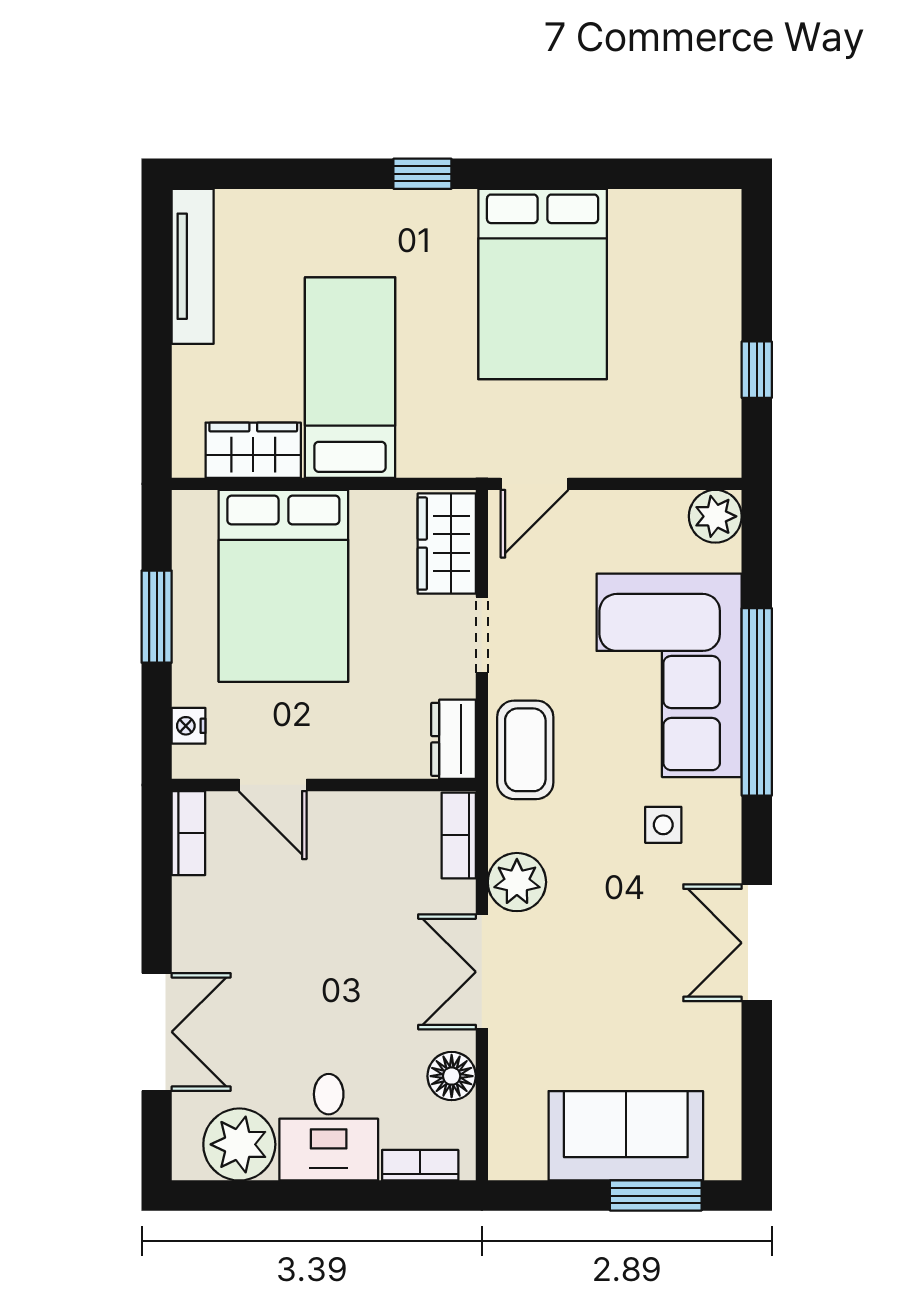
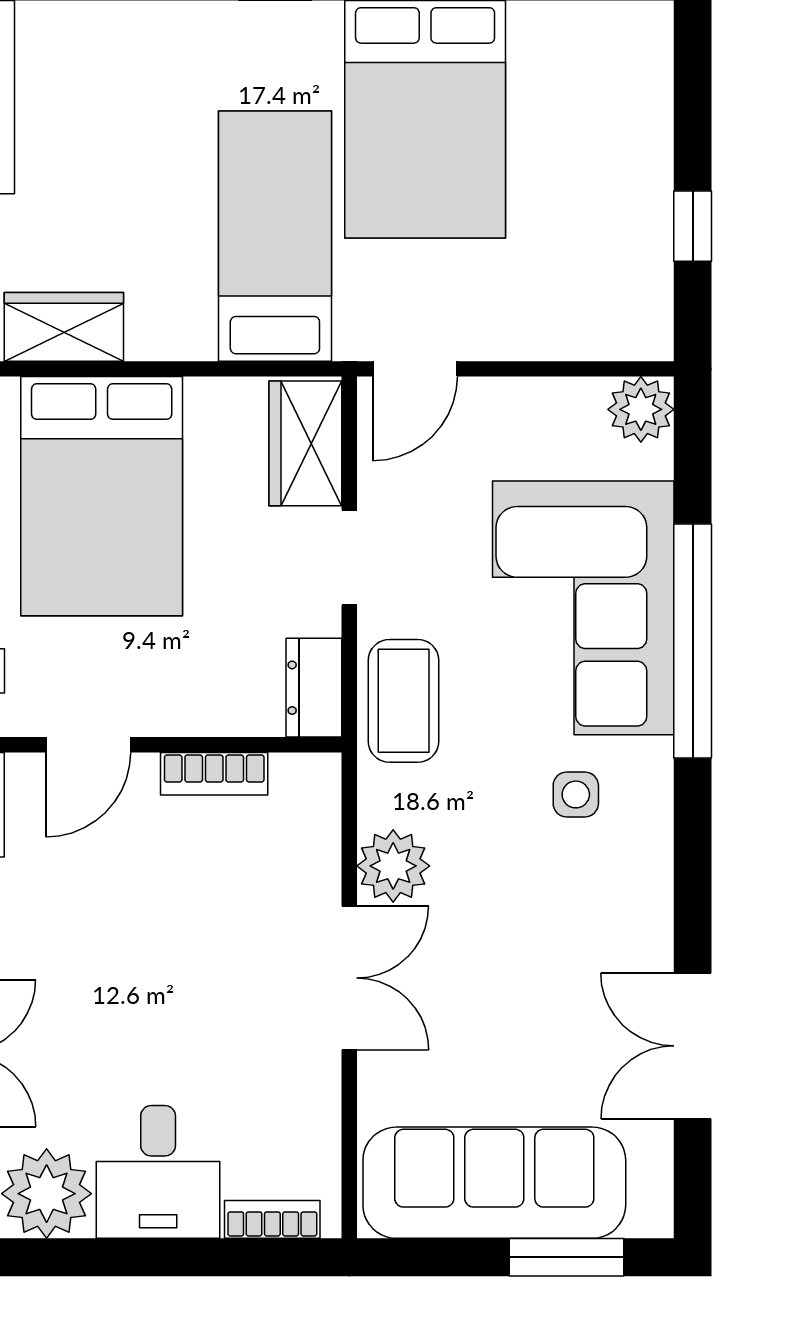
bed: (350, 378) -> (275, 236), moved
door: (273, 785) -> (88, 745), hinge flipped
bookcase: (459, 835) -> (214, 774), moved, turned -90
double door: (757, 943) -> (693, 1046), moved
double door: (482, 972) -> (349, 978), swing flipped
floor lamp: (452, 1076) -> (312, 1108), removed
sofa: (626, 1136) -> (494, 1183), width x1.36

